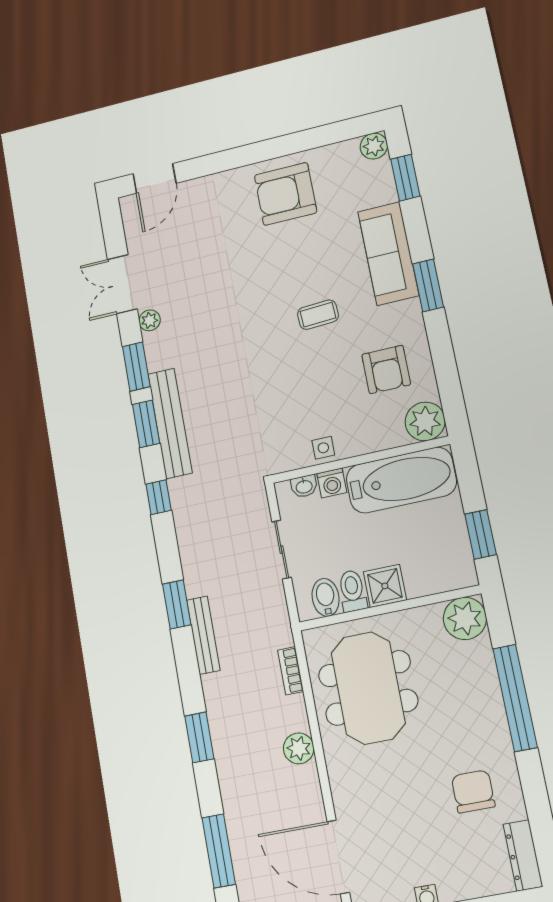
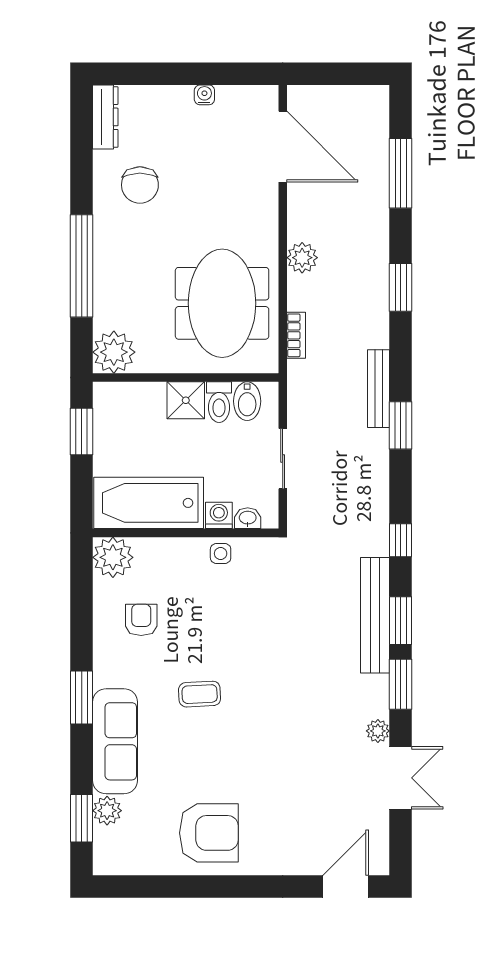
plant: (374, 146) -> (107, 811), moved
armchair: (386, 369) -> (141, 620), width x0.72, depth x0.72

